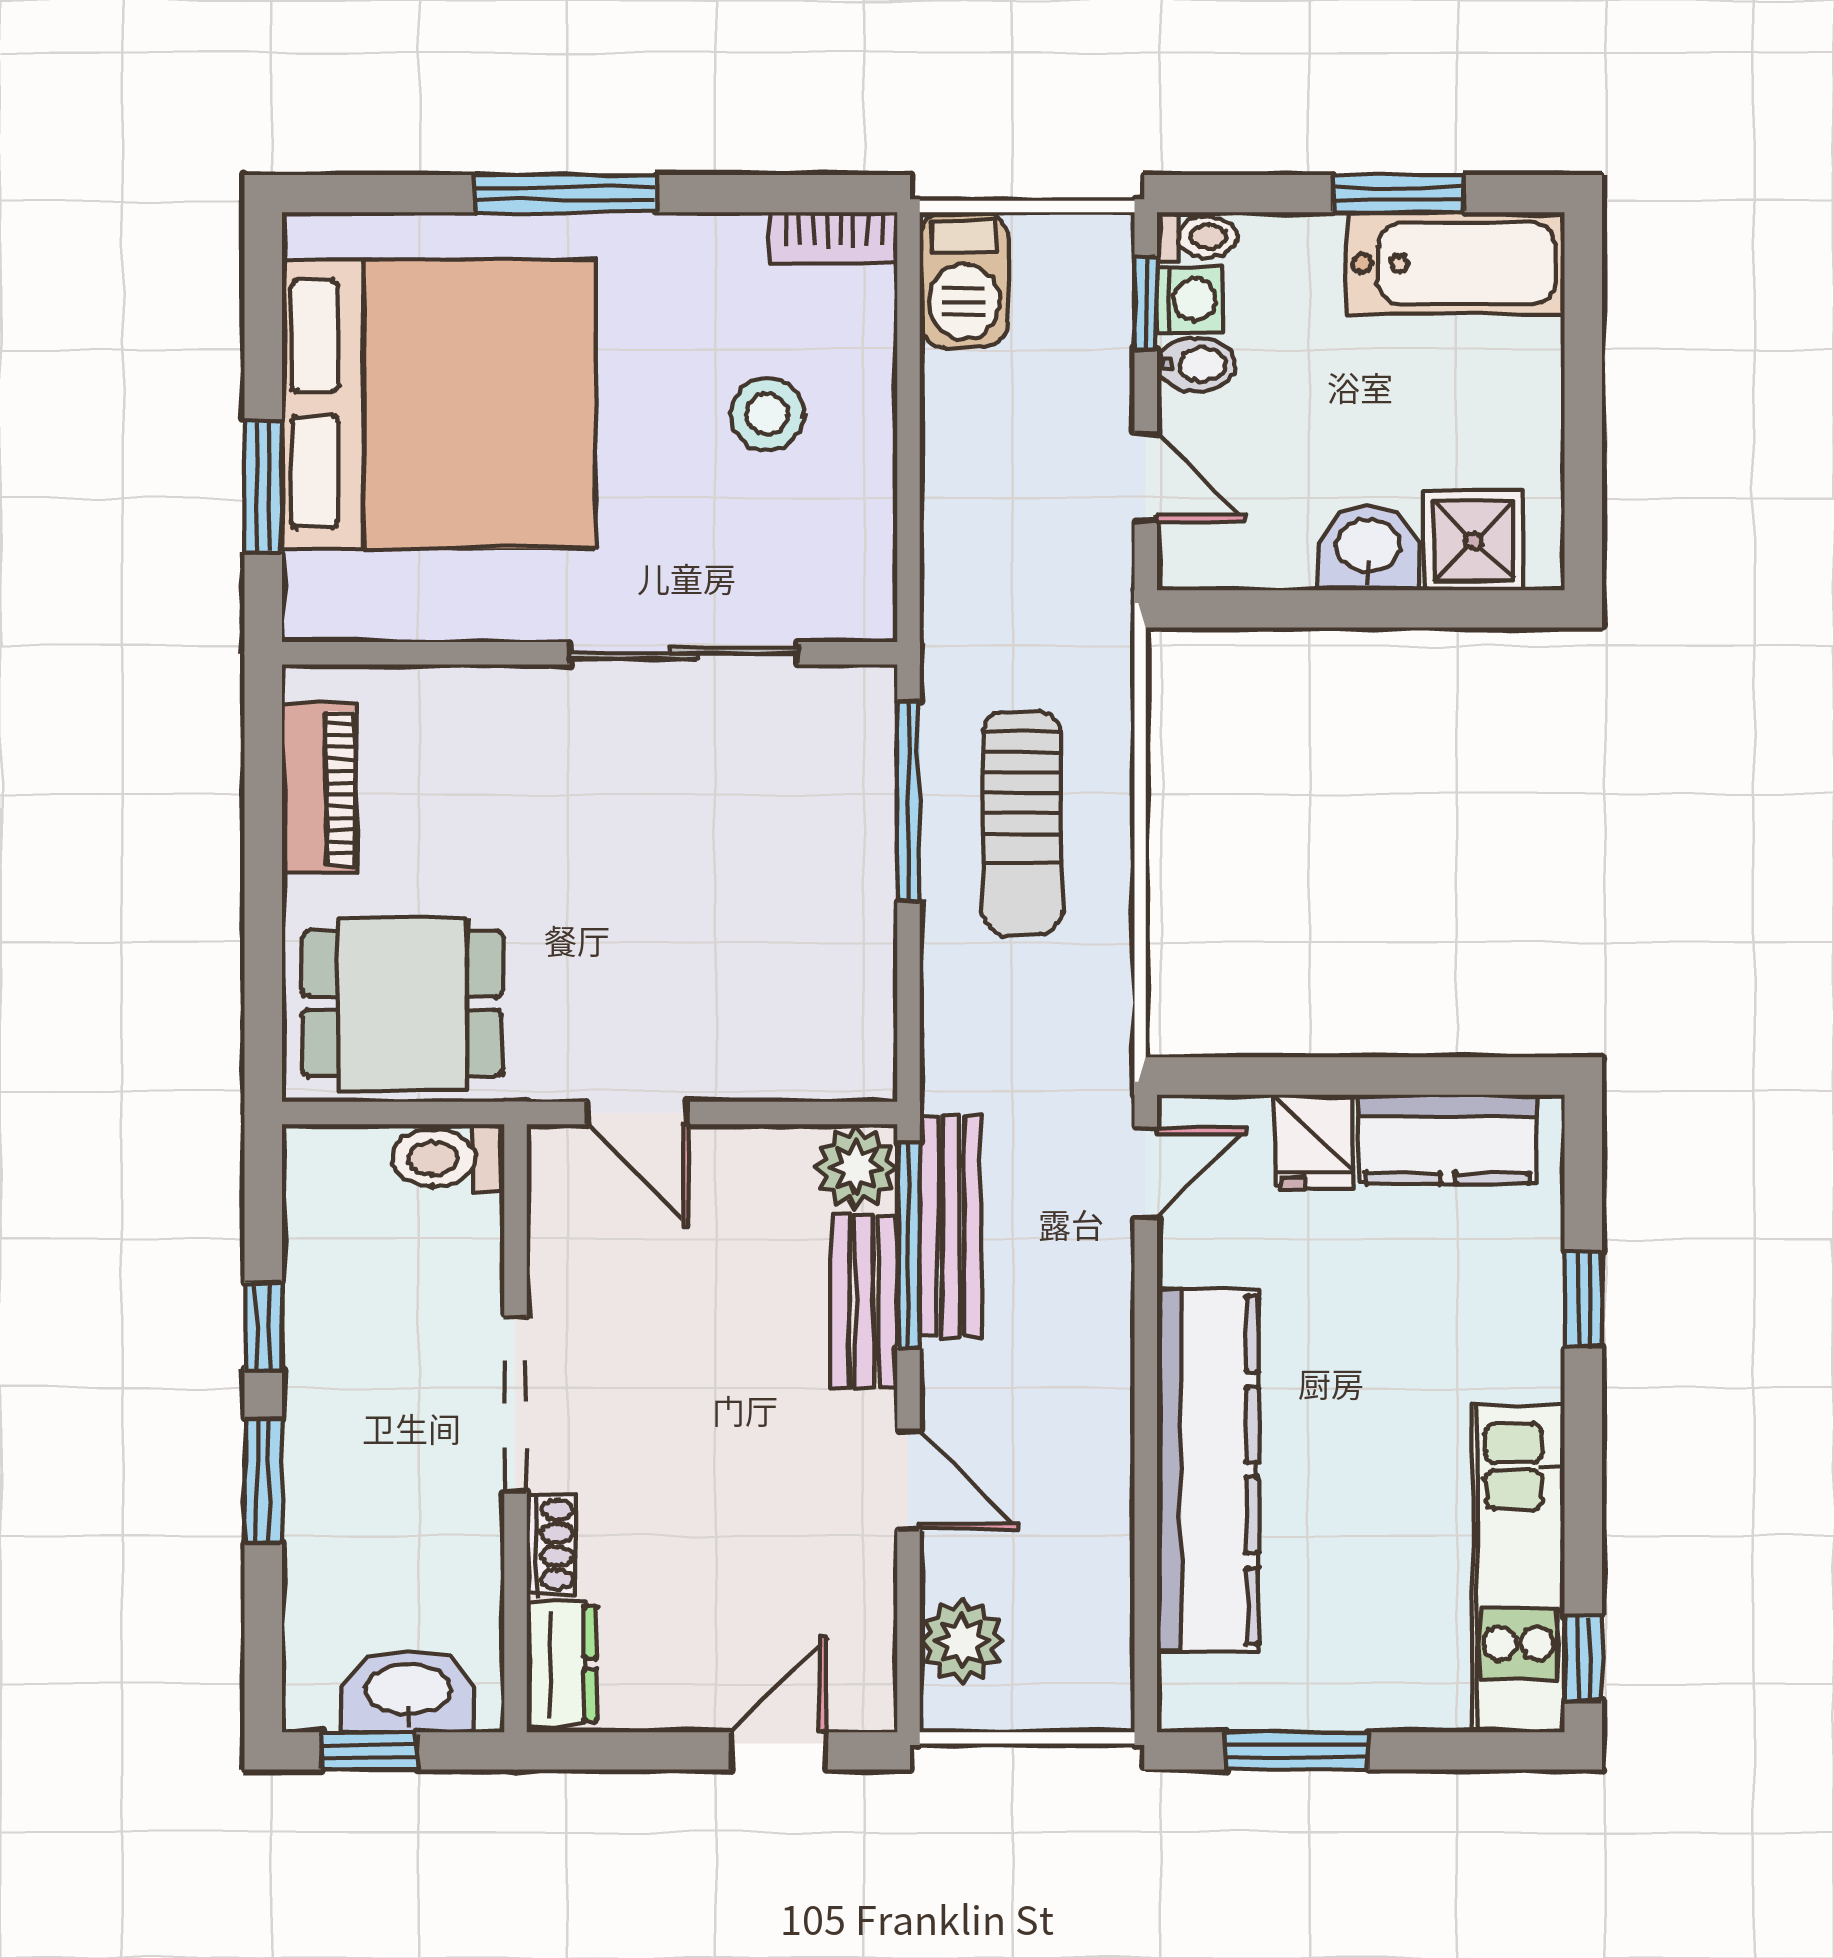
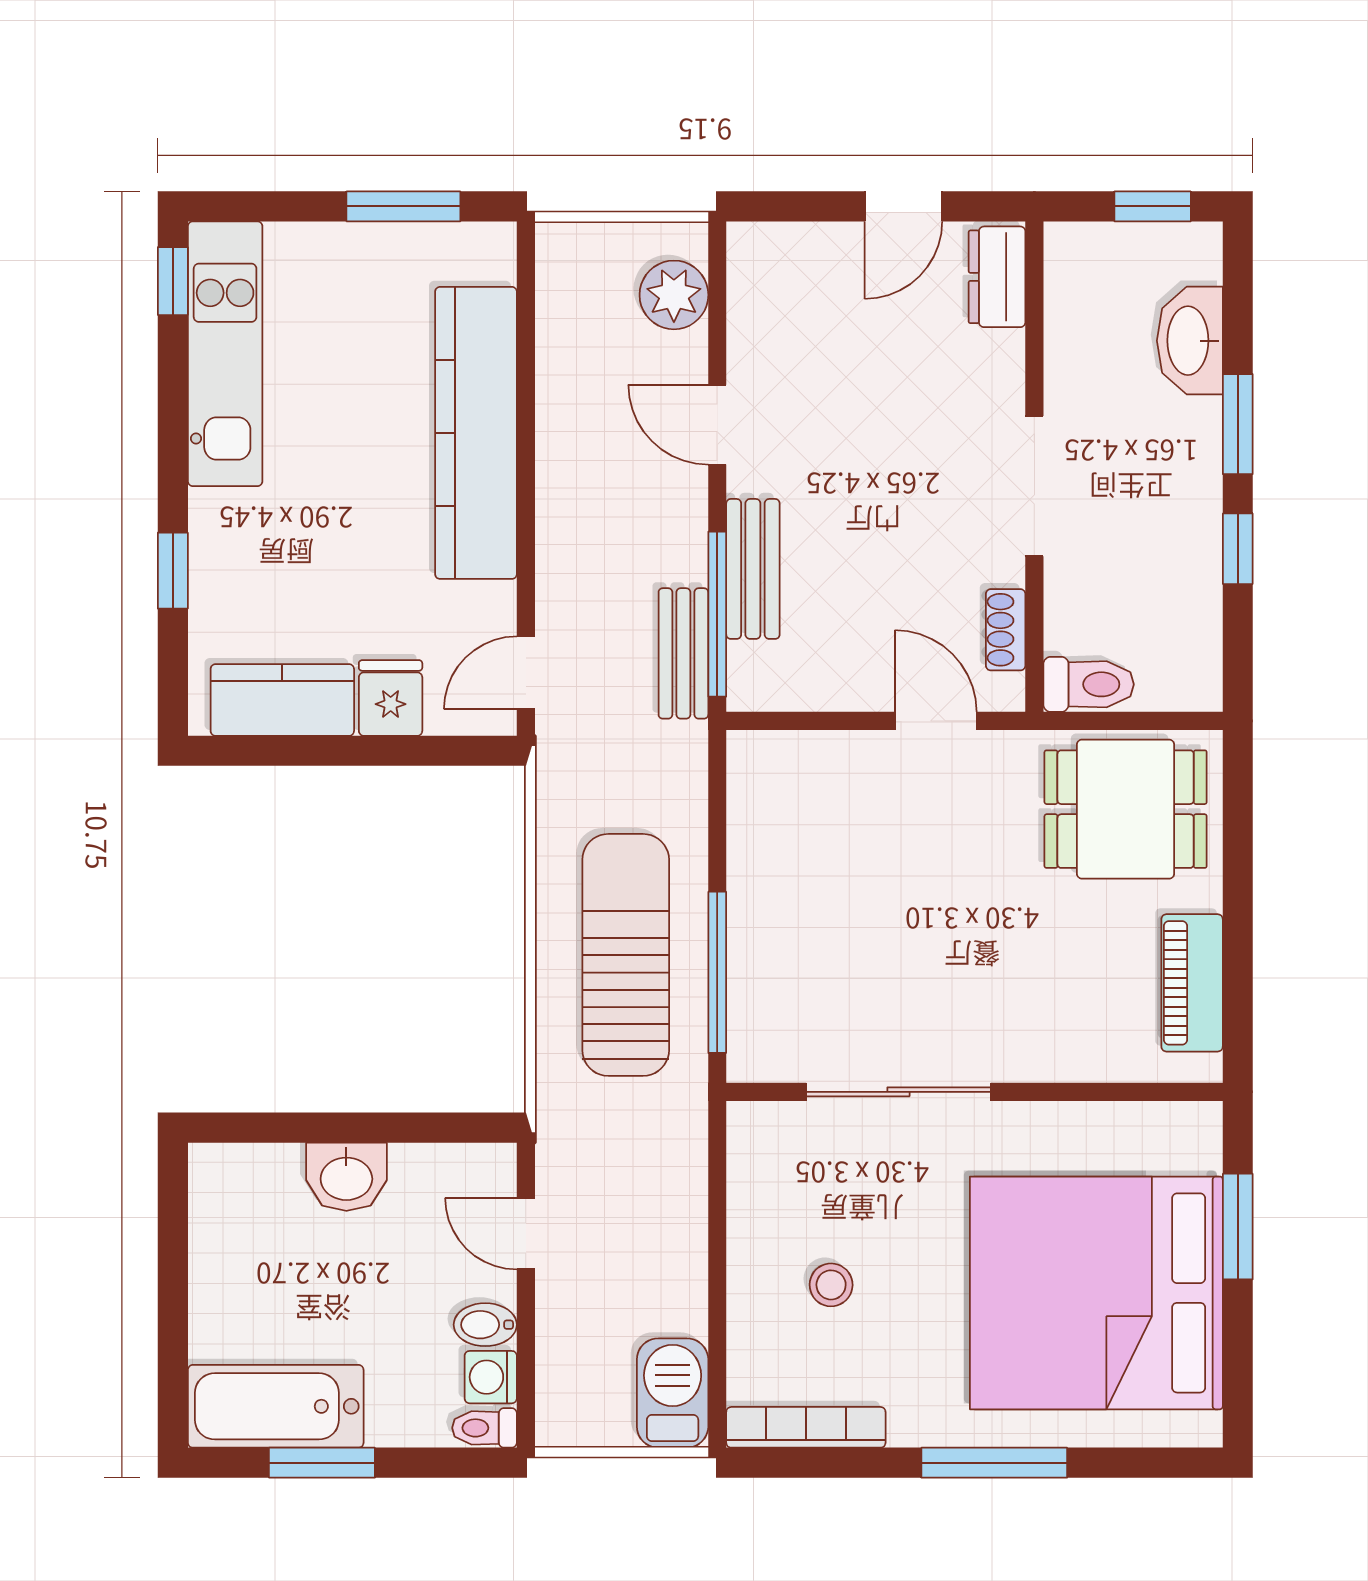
bookcase: (834, 237) -> (806, 1427), width x1.56
window: (1146, 303) -> (526, 1374), removed
stool: (767, 414) -> (831, 1285), width x0.73, depth x0.73
shower: (1474, 541) -> (261, 1183), removed
sun lounger: (1022, 823) -> (626, 955), width x1.36, depth x1.34
plant: (856, 1168) -> (759, 677), removed
bench: (950, 1226) -> (683, 653), width x0.73
shoe rack: (551, 1545) -> (1006, 630), moved
washbasin: (408, 1692) -> (1190, 341), moved, turned 90
door: (778, 1751) -> (903, 206), moved

